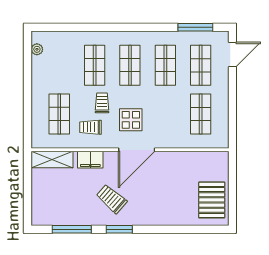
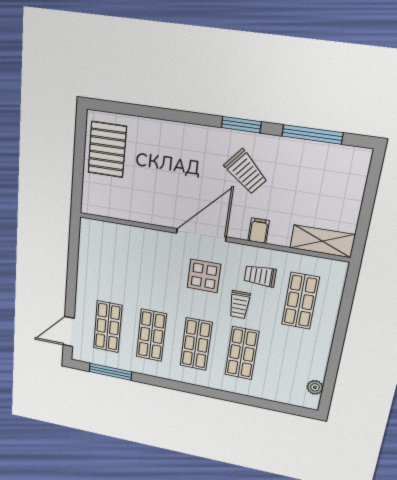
shop shelf: (201, 114) -> (113, 267), removed
trolley: (90, 127) -> (260, 276), turned 180
filing cabinet: (90, 160) -> (259, 231), width x0.50

